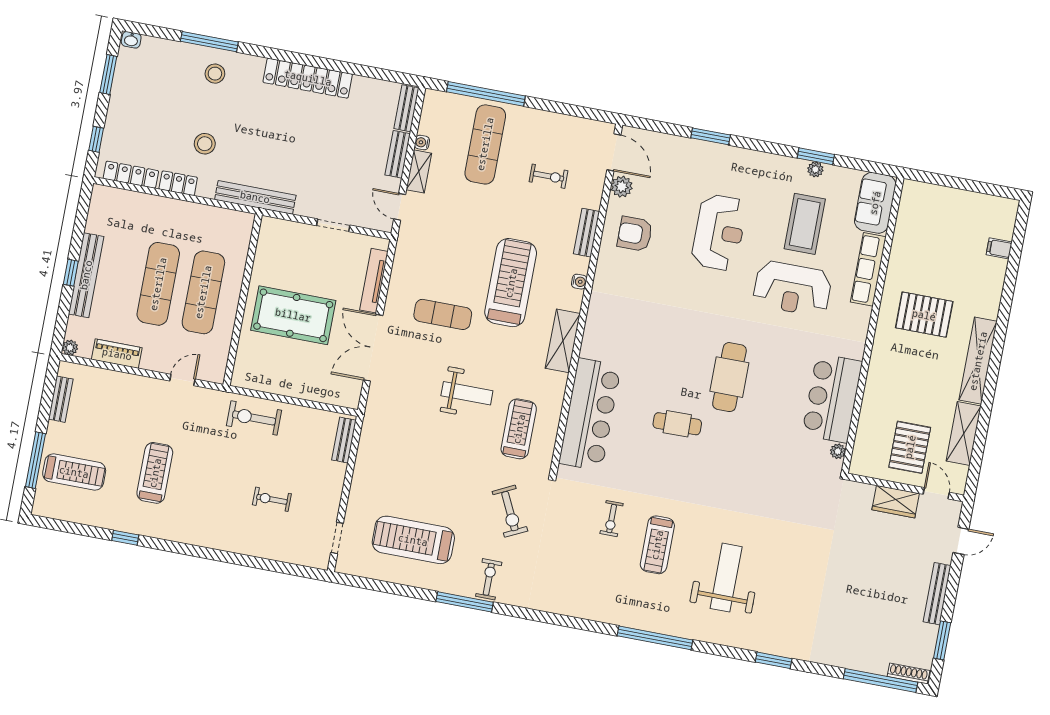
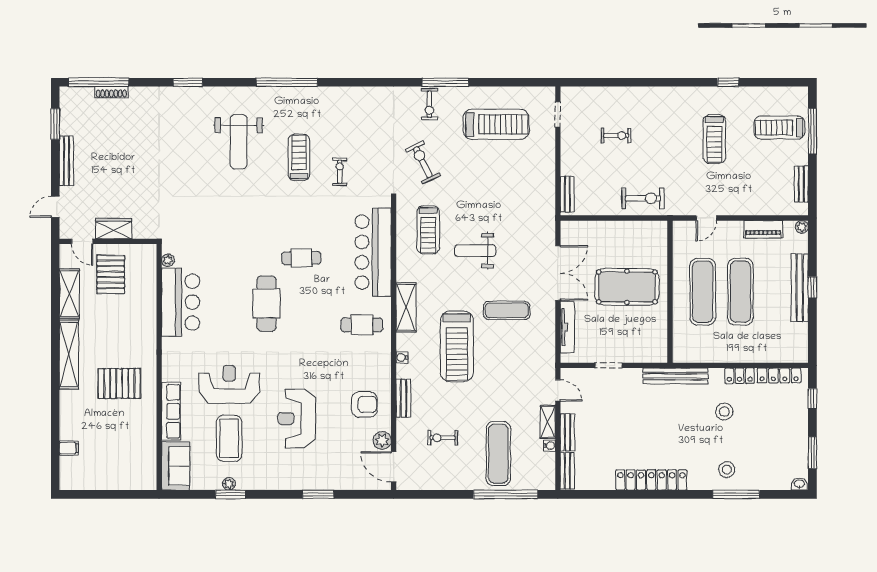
cafe table: (620, 330) -> (362, 325), added
shoe rack: (908, 674) -> (111, 92), moved

